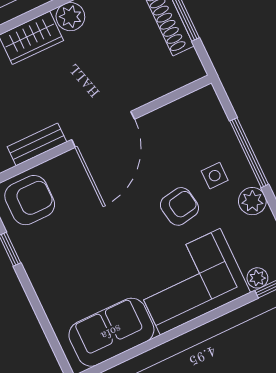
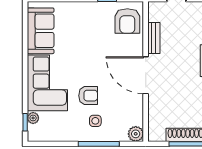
plant: (252, 201) -> (136, 134), moved
armchair: (179, 206) -> (88, 96), turned -80

